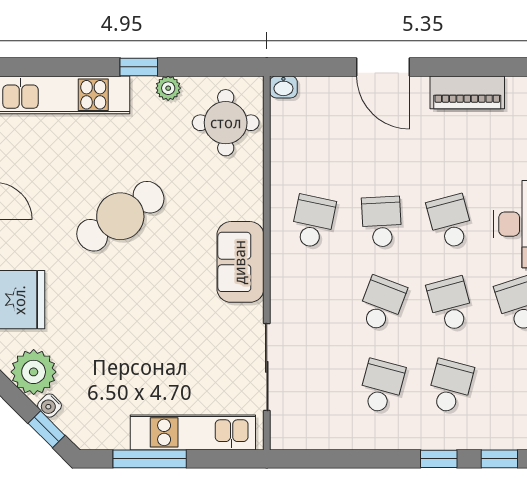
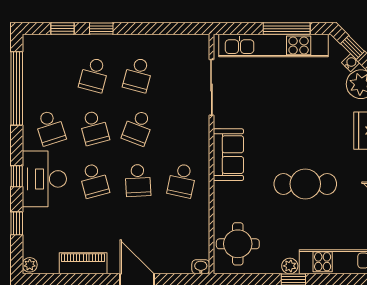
plant: (168, 88) -> (290, 266), moved
cafe table: (120, 216) -> (305, 184), turned 34
kitchen unit: (193, 432) -> (273, 45), width x1.36

